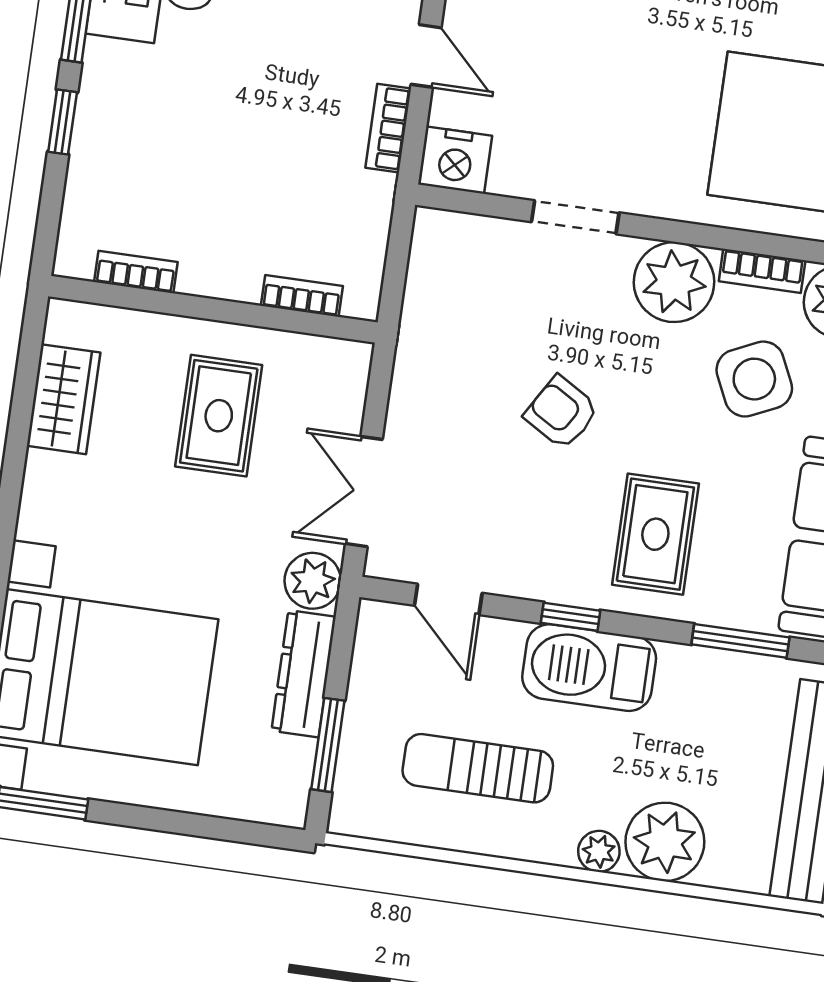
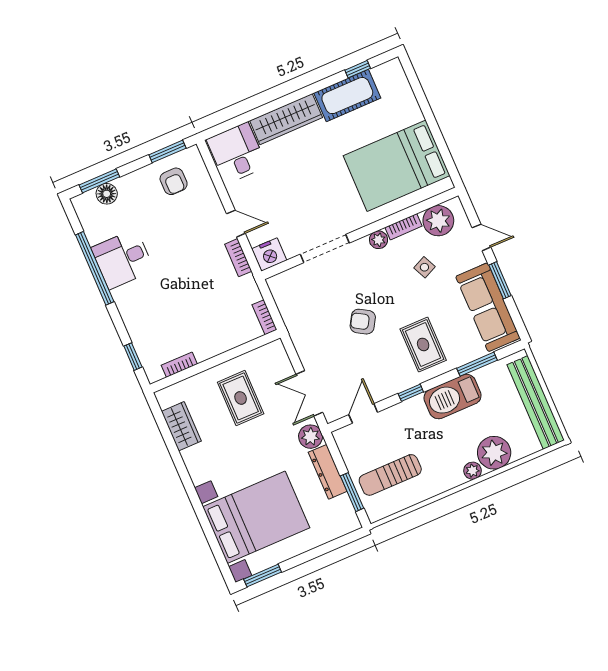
window: (63, 122) -> (133, 357), moved
doorway: (575, 217) -> (325, 249), width x1.38
plant: (674, 282) -> (379, 240), width x0.53, depth x0.53
bookcase: (302, 296) -> (265, 317), moved, turned -90
side table: (754, 379) -> (424, 267), width x0.54, depth x0.54
door: (448, 599) -> (363, 413), swing flipped
barbecue: (589, 668) -> (453, 397), moved
sun lounger: (478, 768) -> (390, 475), moved

